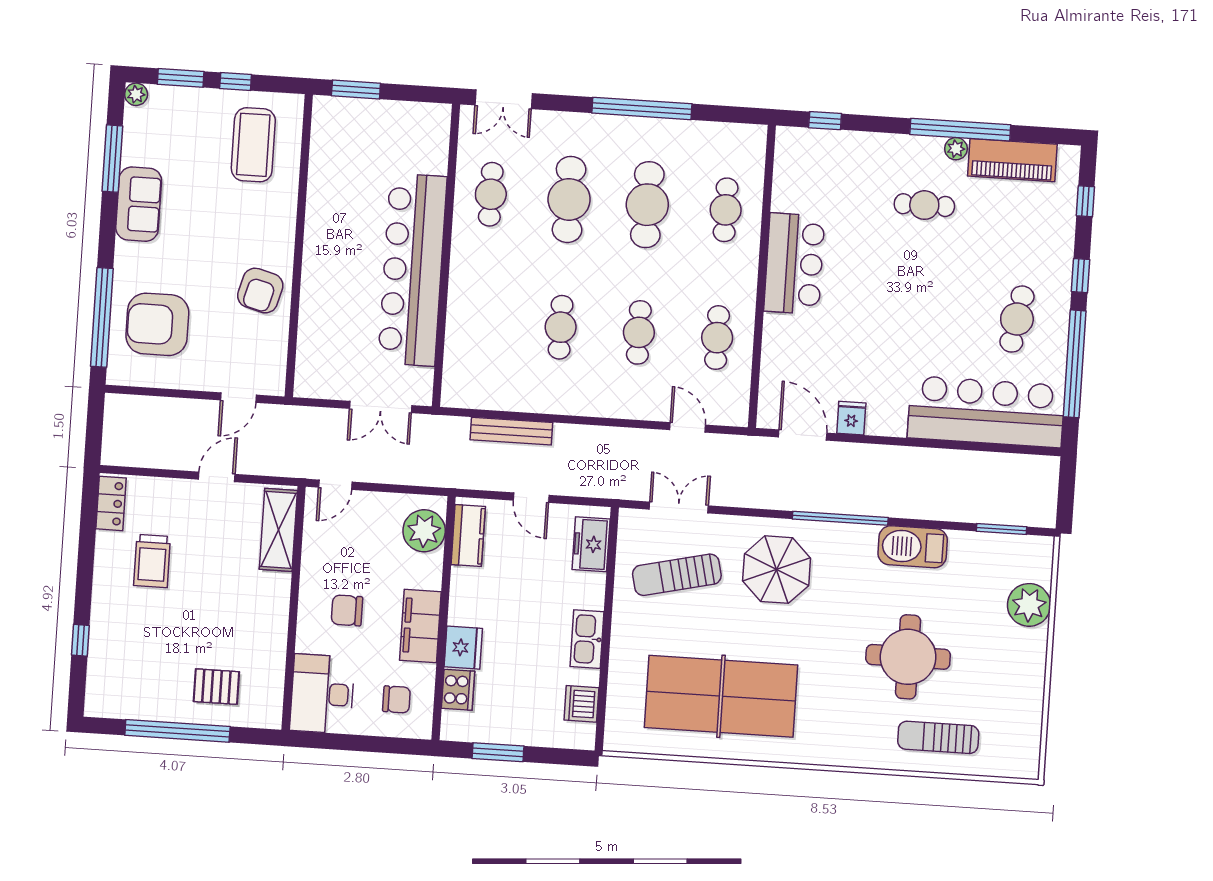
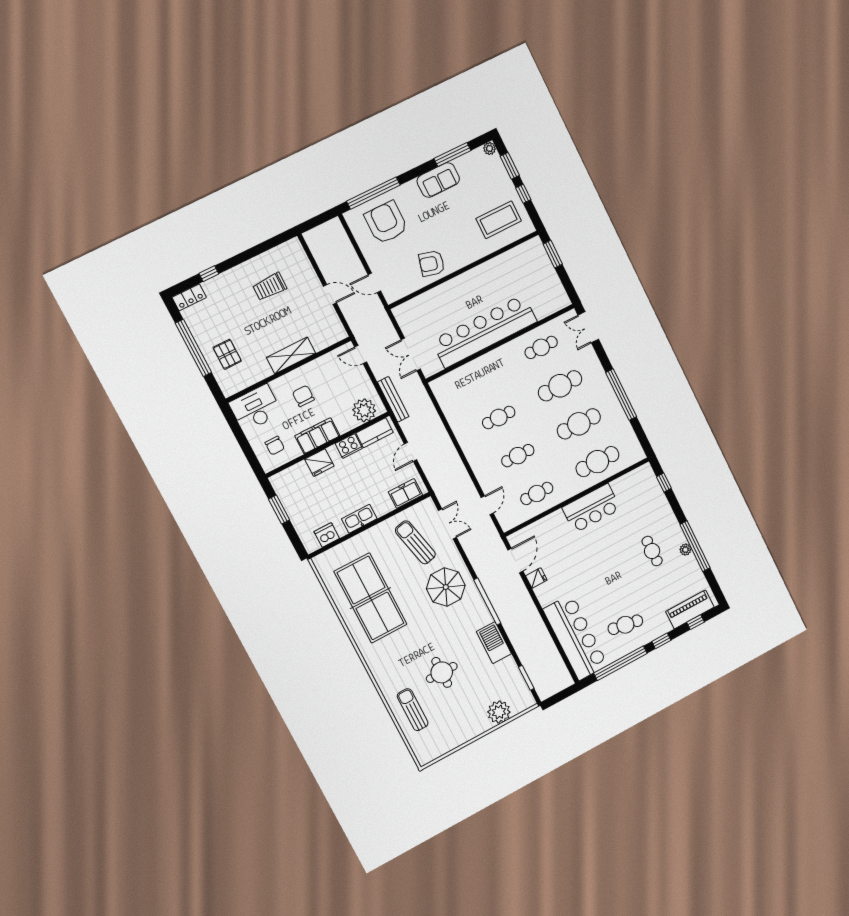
piano: (1012, 160) -> (690, 609), moved, turned 90
cafe table: (726, 210) -> (597, 462), width x1.37, depth x1.35
bench: (511, 431) -> (393, 399), moved
locker: (111, 503) -> (189, 297), moved
shelving: (278, 530) -> (291, 355), moved
round table: (908, 657) -> (442, 672), width x0.73, depth x0.73
cooker: (458, 690) -> (349, 446), moved

